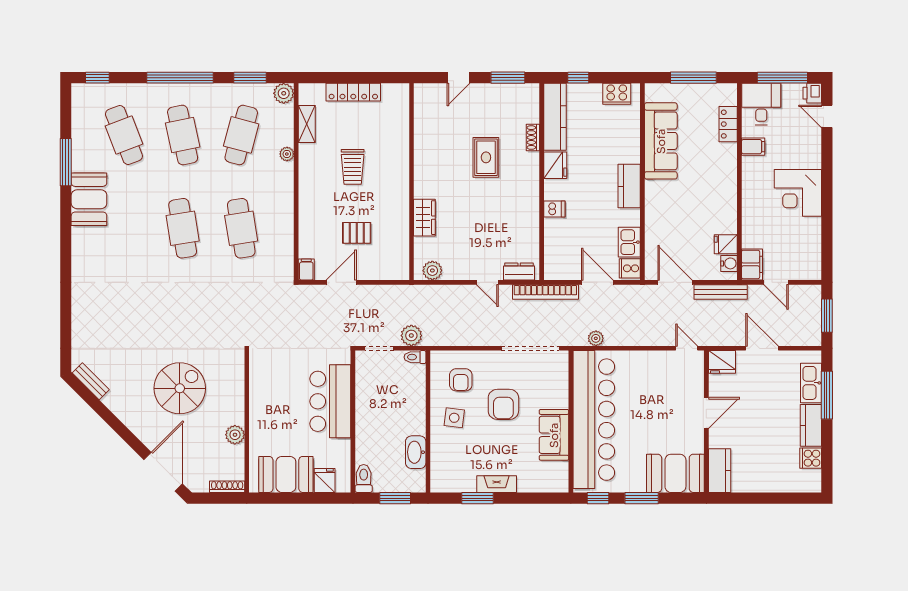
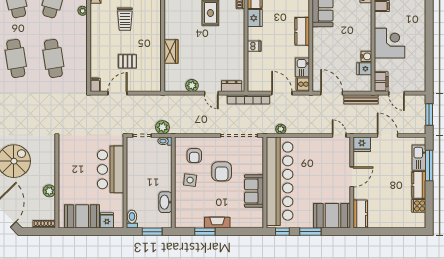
corner desk: (798, 193) -> (390, 43), moved, turned 180
water cooler: (729, 263) -> (366, 56), moved
plant: (432, 271) -> (192, 86), moved

